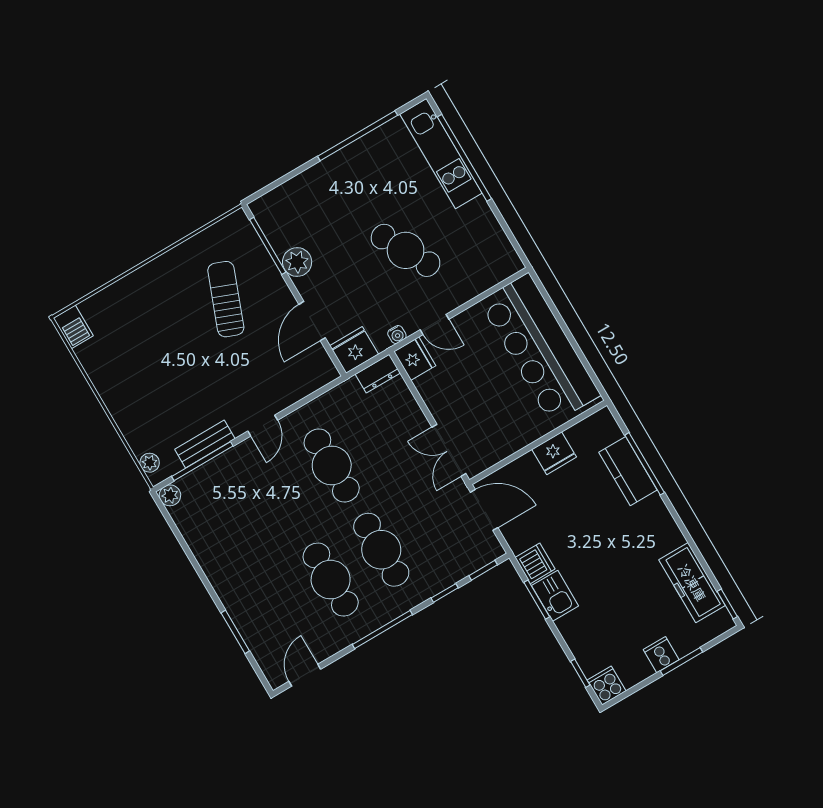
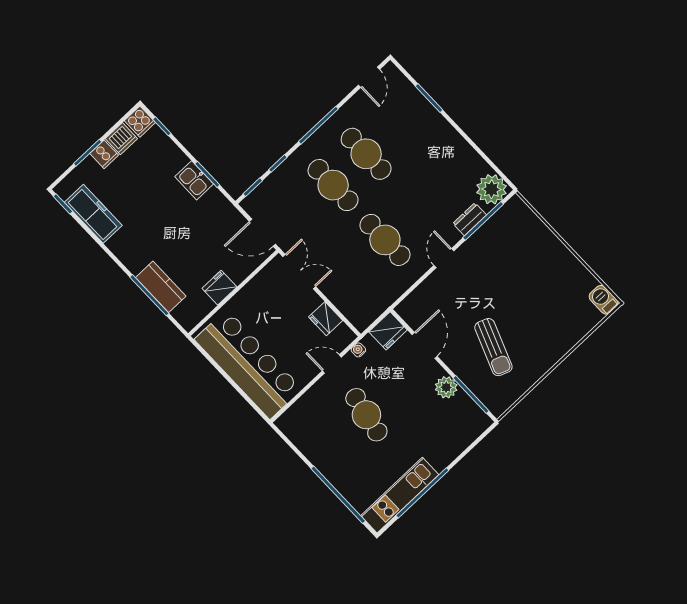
kitchen unit: (441, 154) -> (400, 495), moved, turned -90
cafe table: (406, 250) -> (366, 415), turned 39
fridge: (415, 359) -> (326, 319), moved
dresser: (378, 374) -> (470, 219), moved
bench: (205, 444) -> (484, 234), removed
plant: (150, 463) -> (523, 211), removed
plant: (170, 495) -> (492, 189), width x1.88, depth x1.88
dishwasher: (535, 563) -> (121, 139), moved, turned -90

